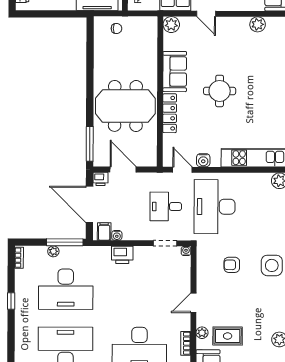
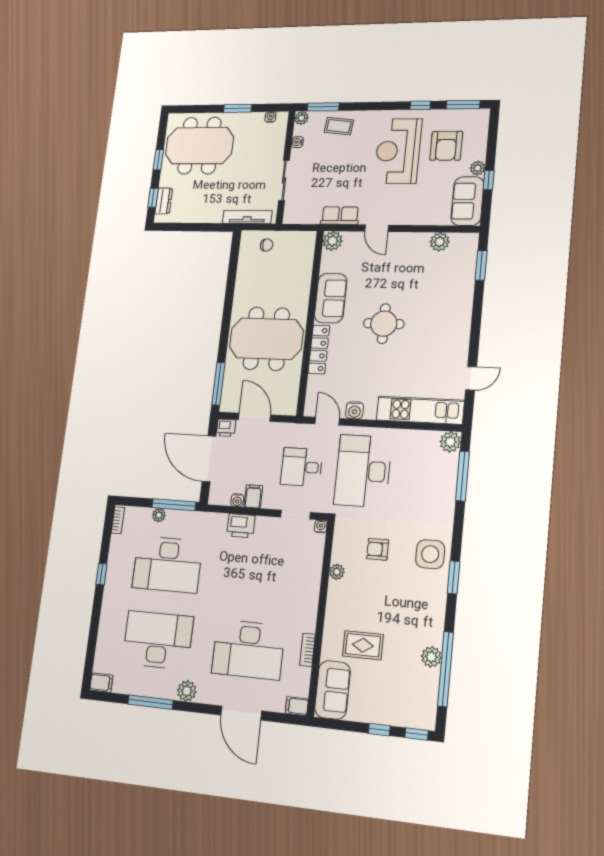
filing cabinet: (104, 231) -> (253, 496), moved
door: (193, 303) -> (323, 596), removed
plant: (202, 333) -> (337, 572), moved

